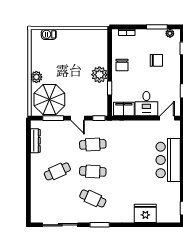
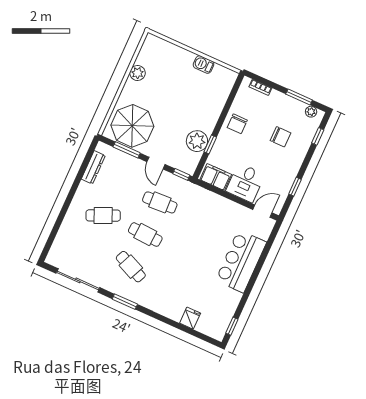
barbecue: (49, 34) -> (204, 65), moved
plant: (99, 75) -> (197, 141), moved
plant: (36, 77) -> (137, 73), moved
fridge: (145, 213) -> (190, 318), width x0.53, depth x0.75

